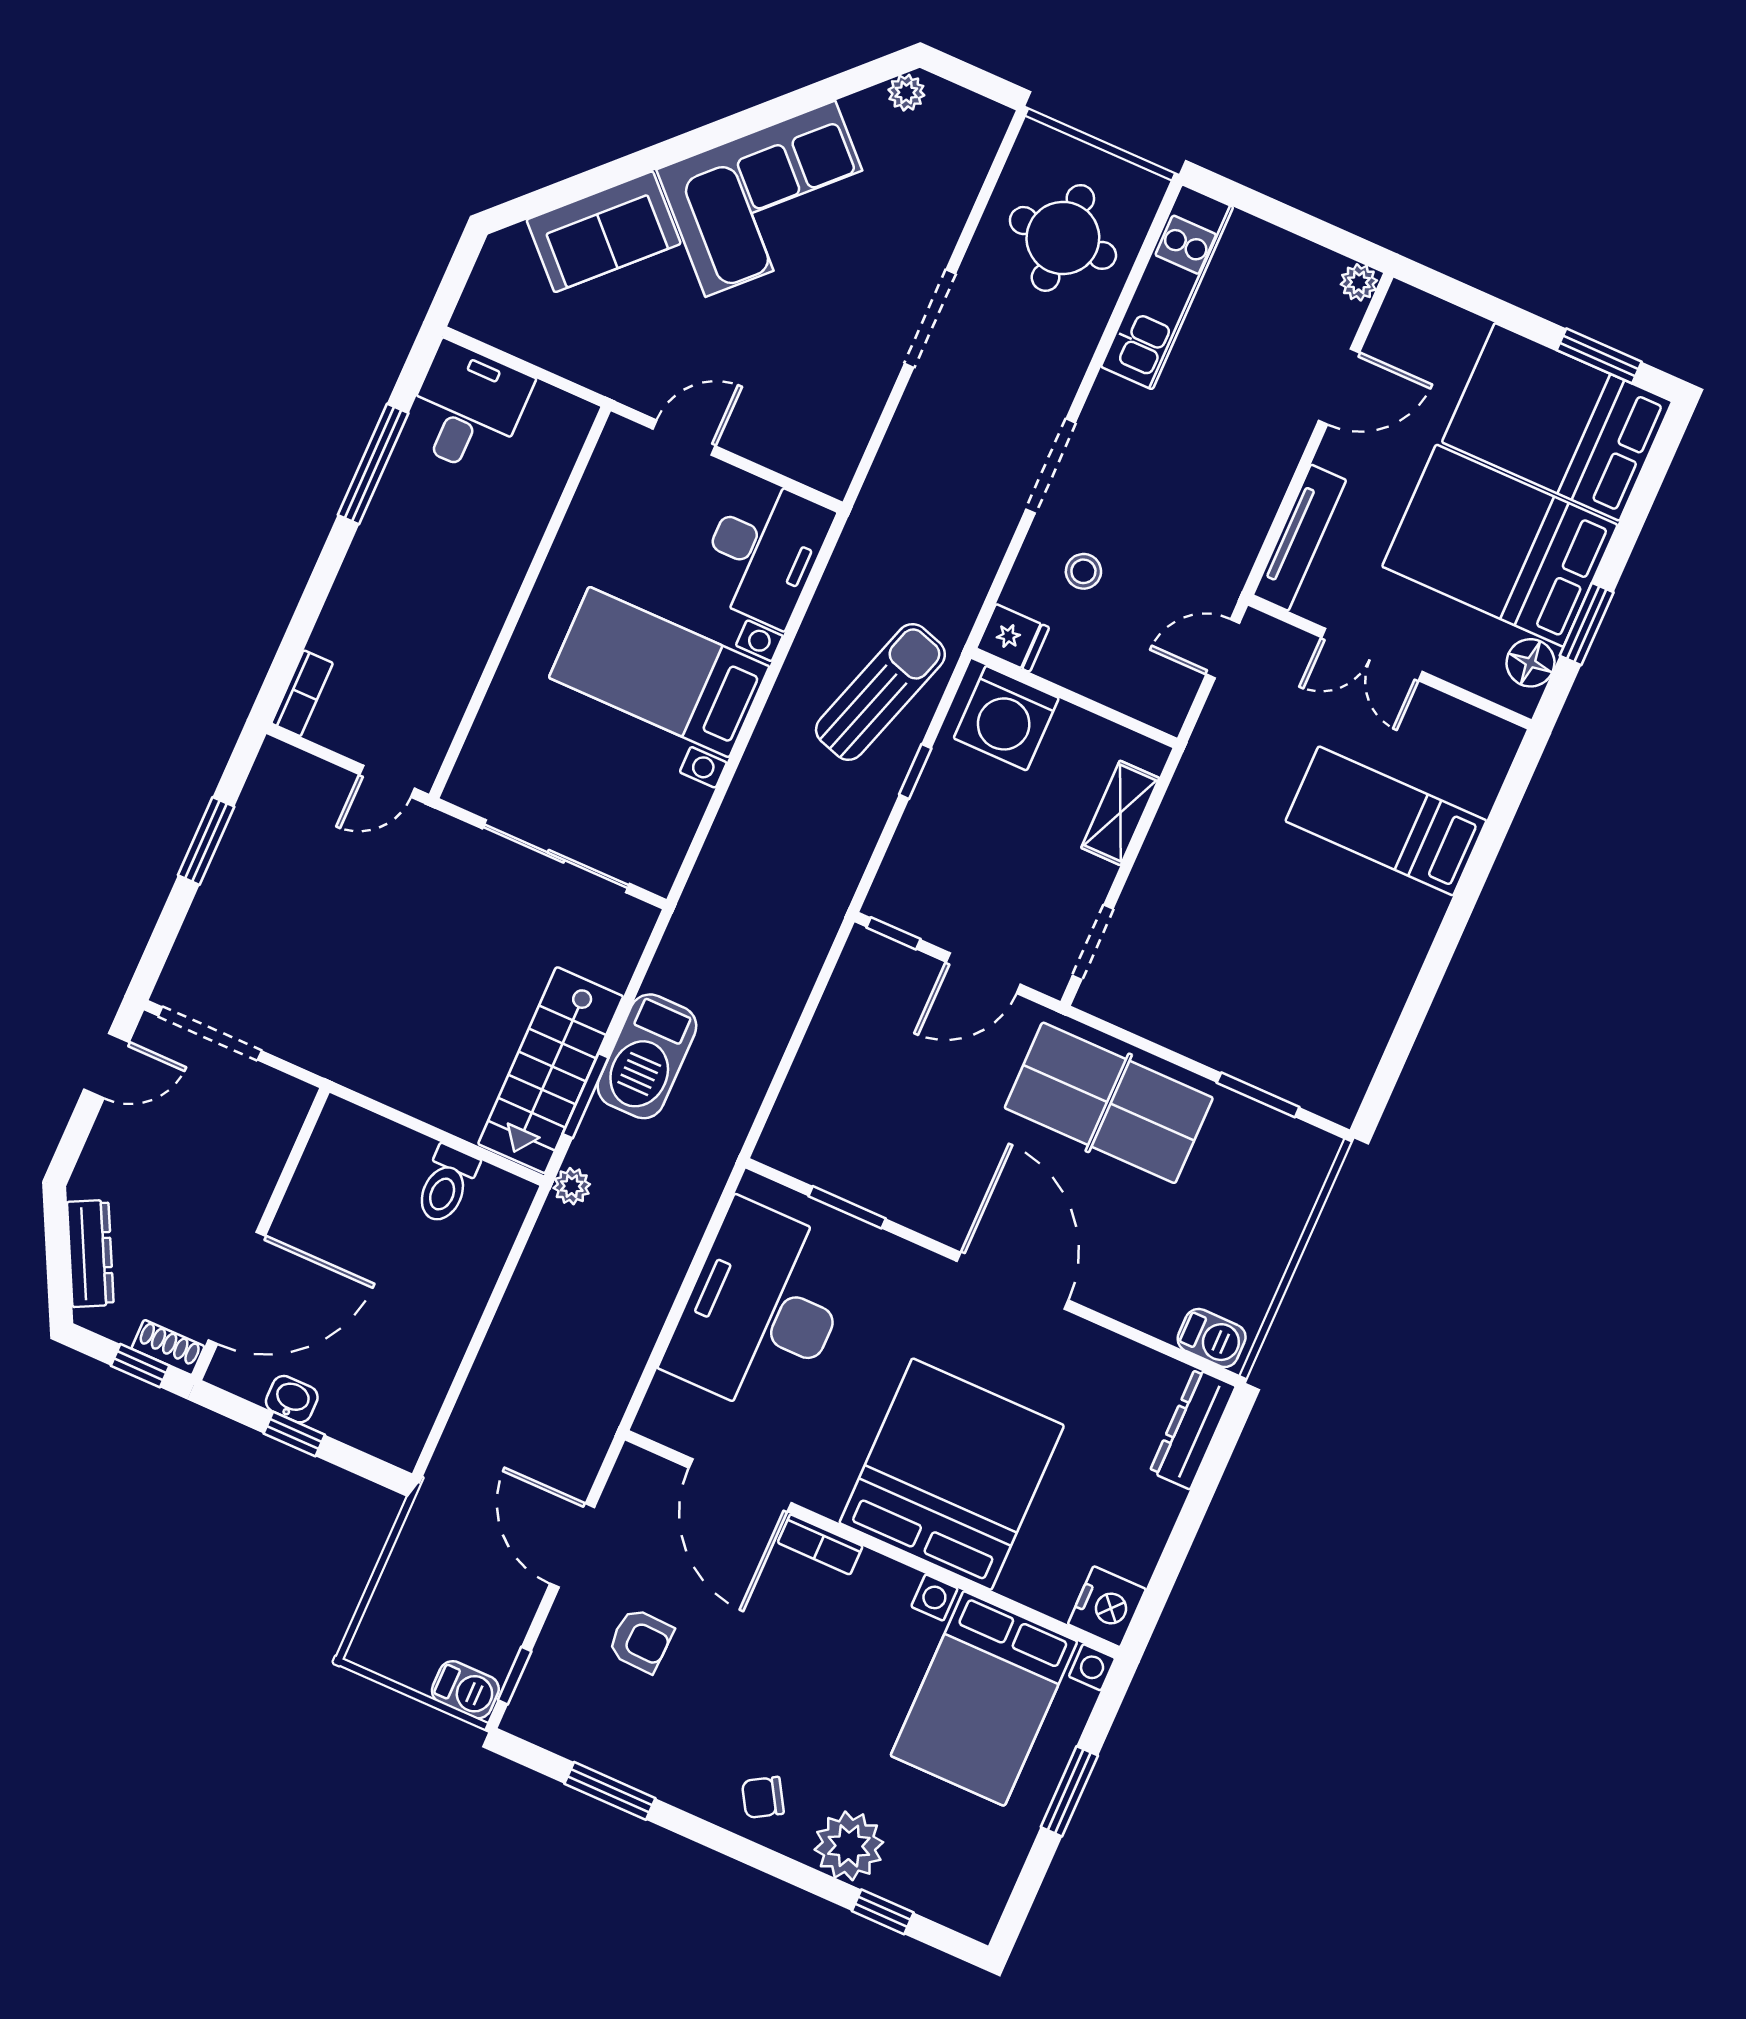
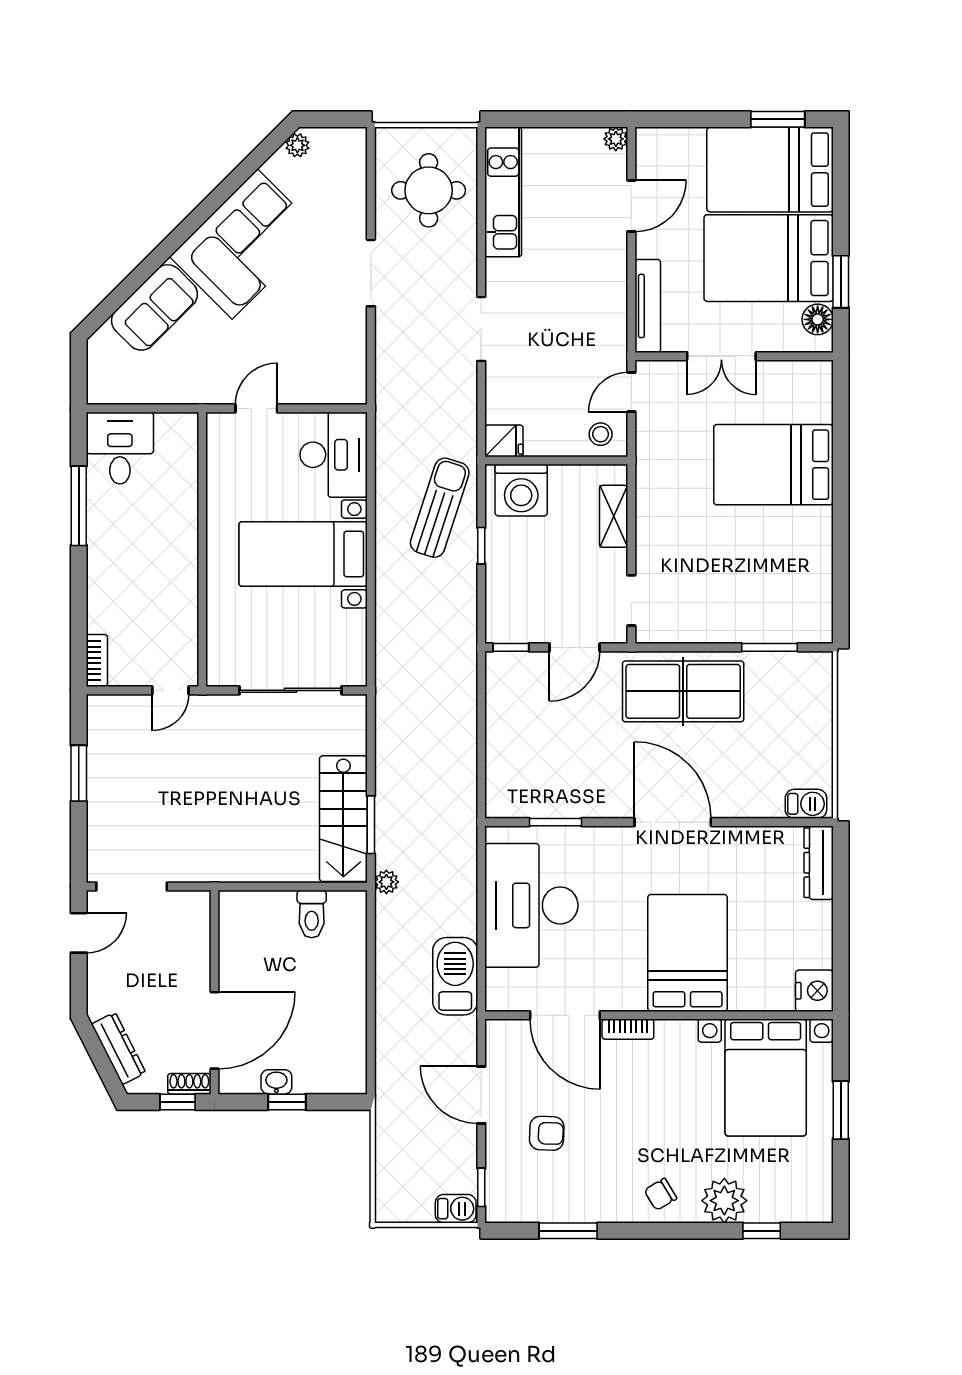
stool: (1083, 571) -> (601, 434), moved
bed: (1386, 821) -> (773, 465), width x1.50
barbecue: (647, 1056) -> (455, 976), moved, turned 180
bed: (952, 1474) -> (688, 953), width x0.73

